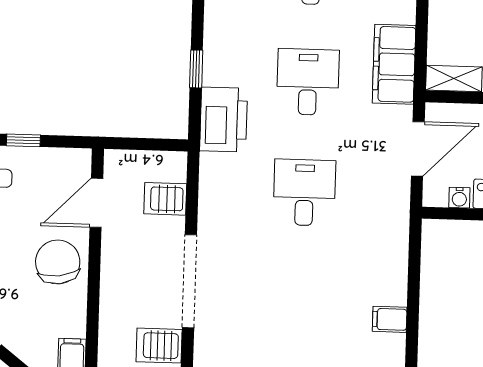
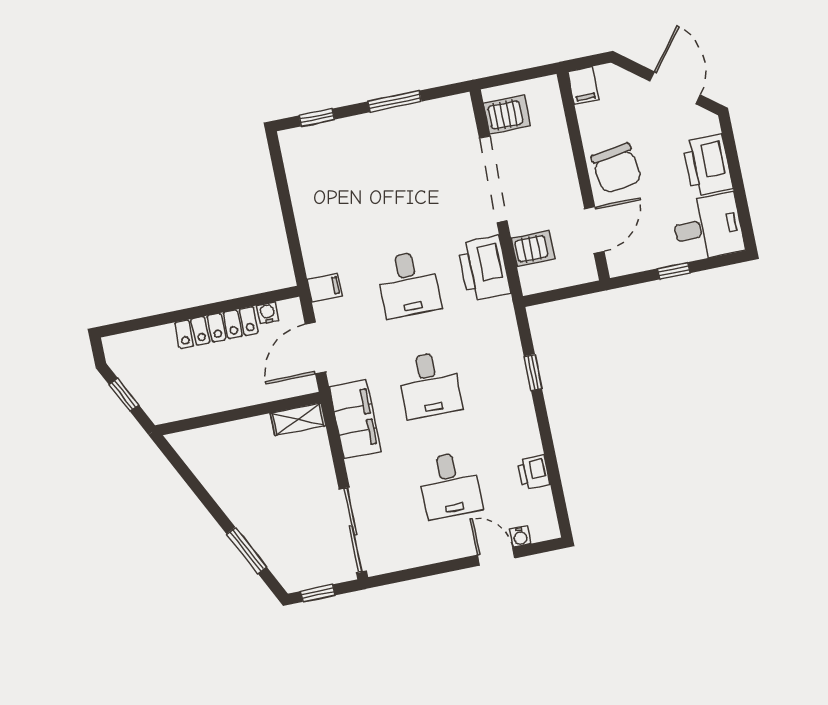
printer: (224, 120) -> (484, 269), moved
filing cabinet: (390, 319) -> (325, 287), moved

